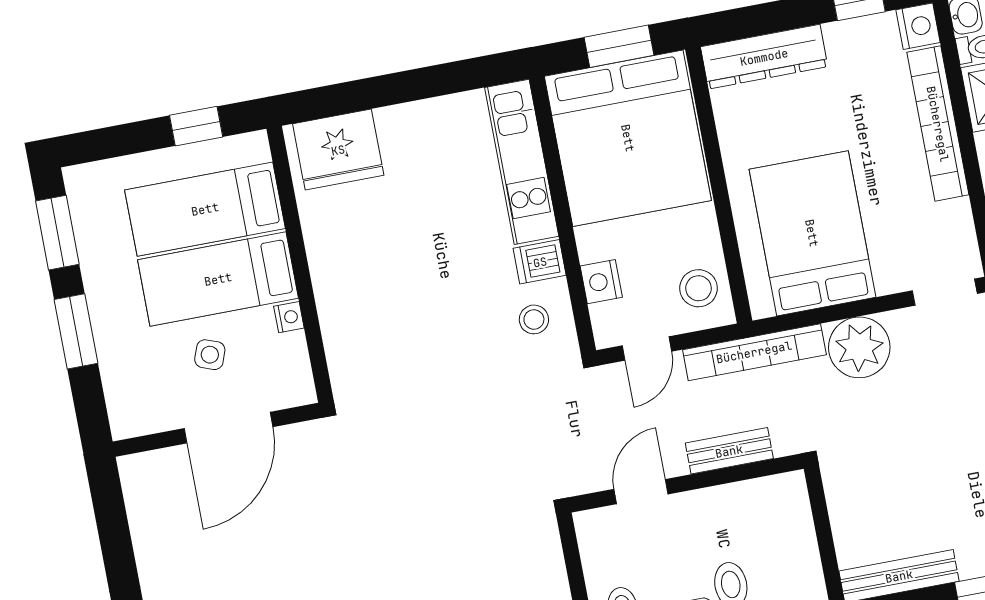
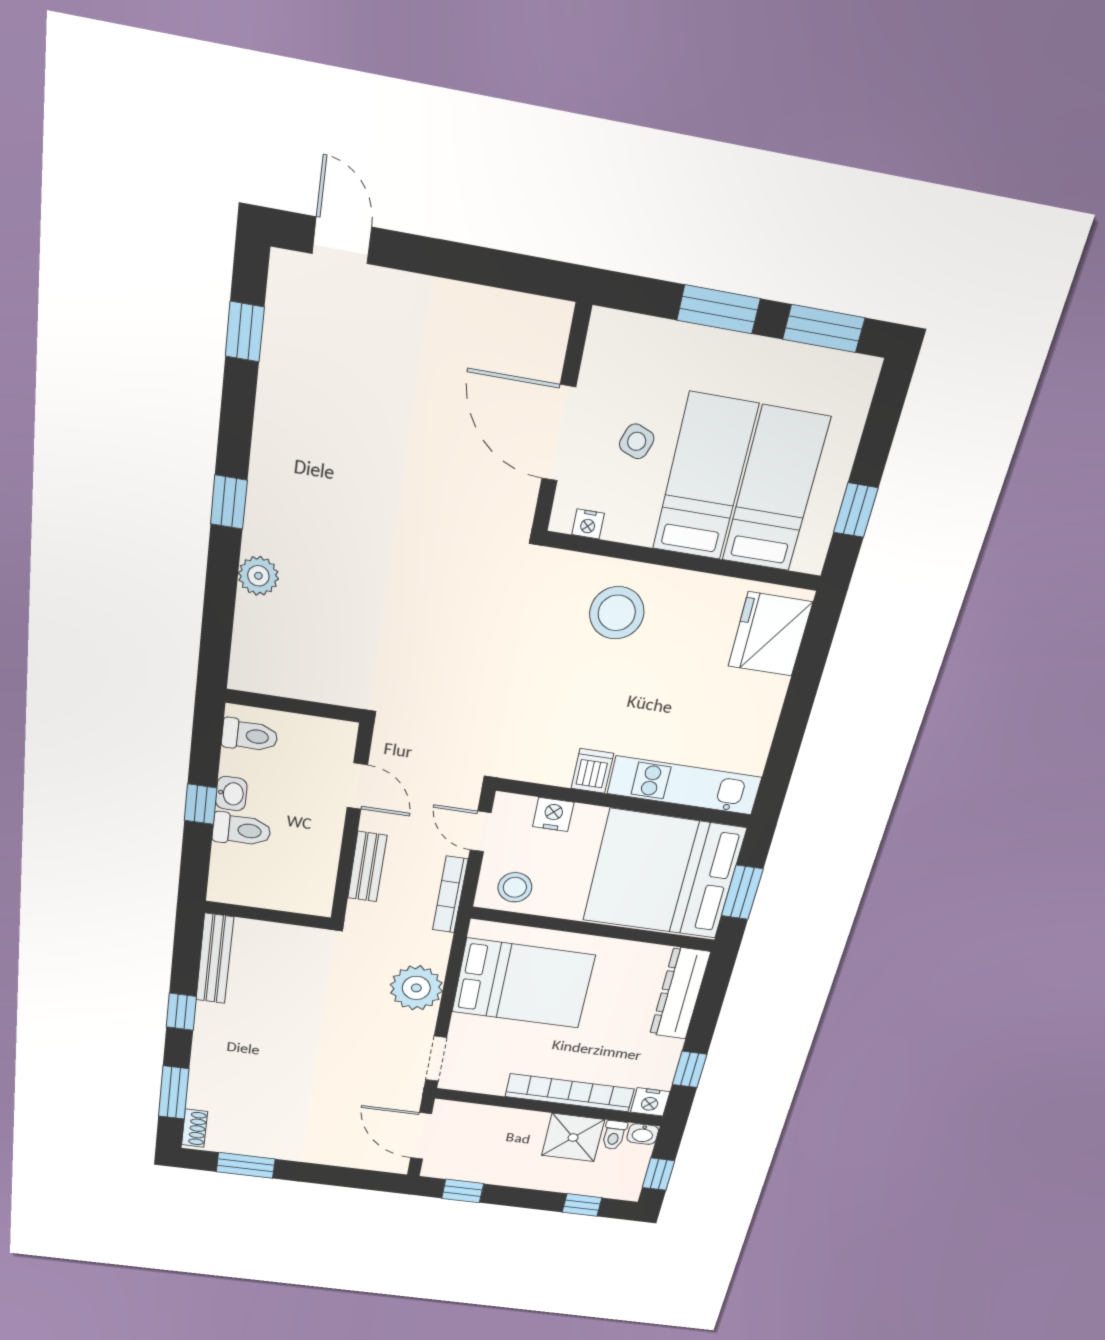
nightstand: (289, 317) -> (588, 524), moved
stool: (534, 319) -> (617, 613), moved, width x1.89, depth x1.89
bookcase: (754, 352) -> (450, 895), width x0.68, depth x0.76

